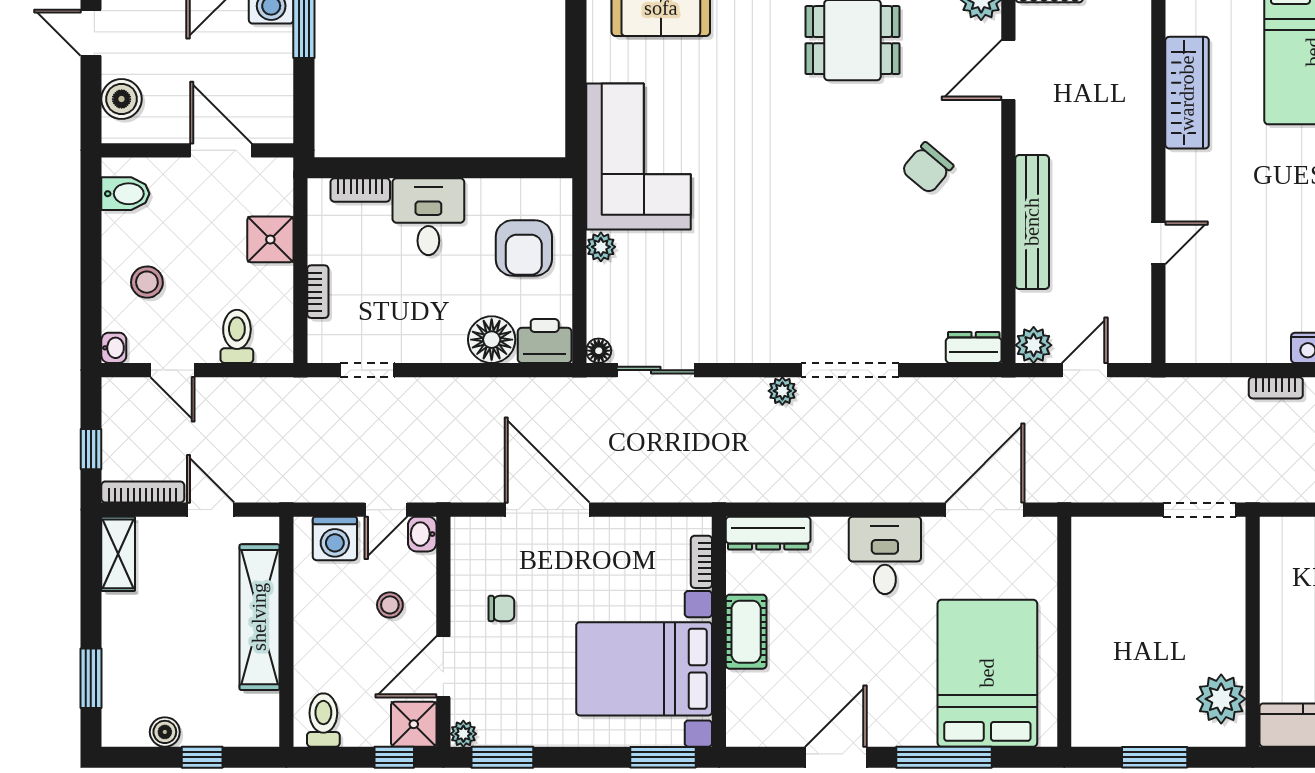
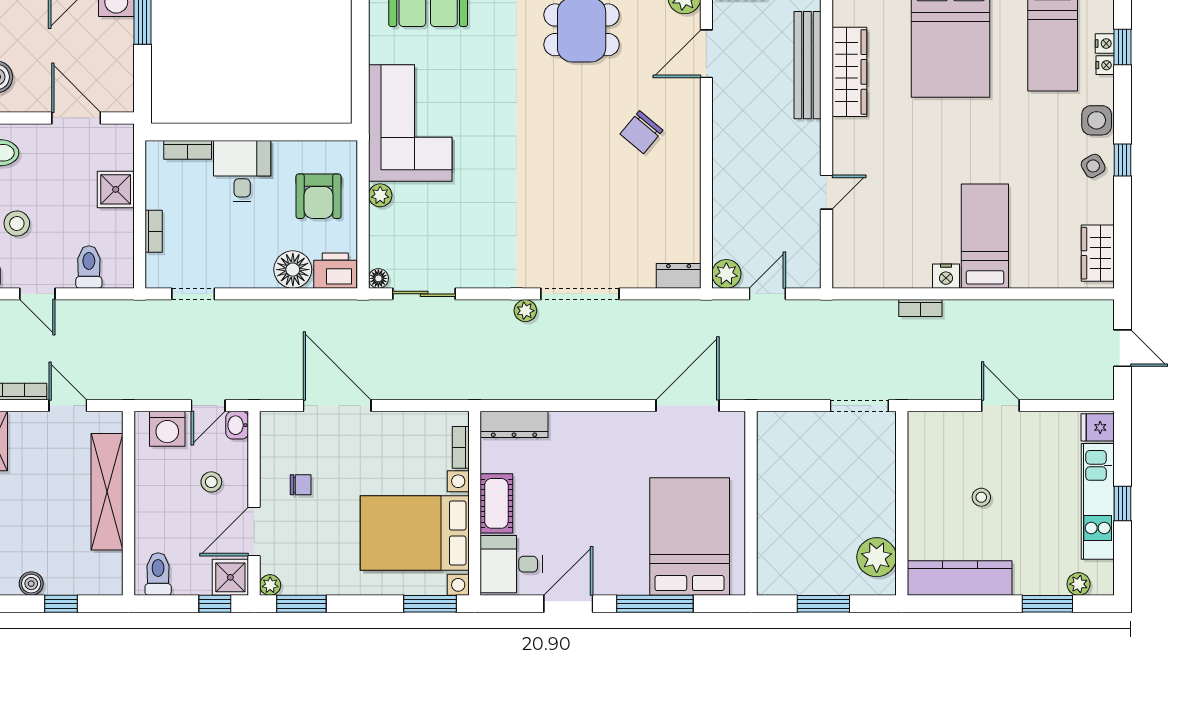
bench: (1032, 222) -> (807, 65), moved
desk: (885, 555) -> (511, 564), moved, turned -90

